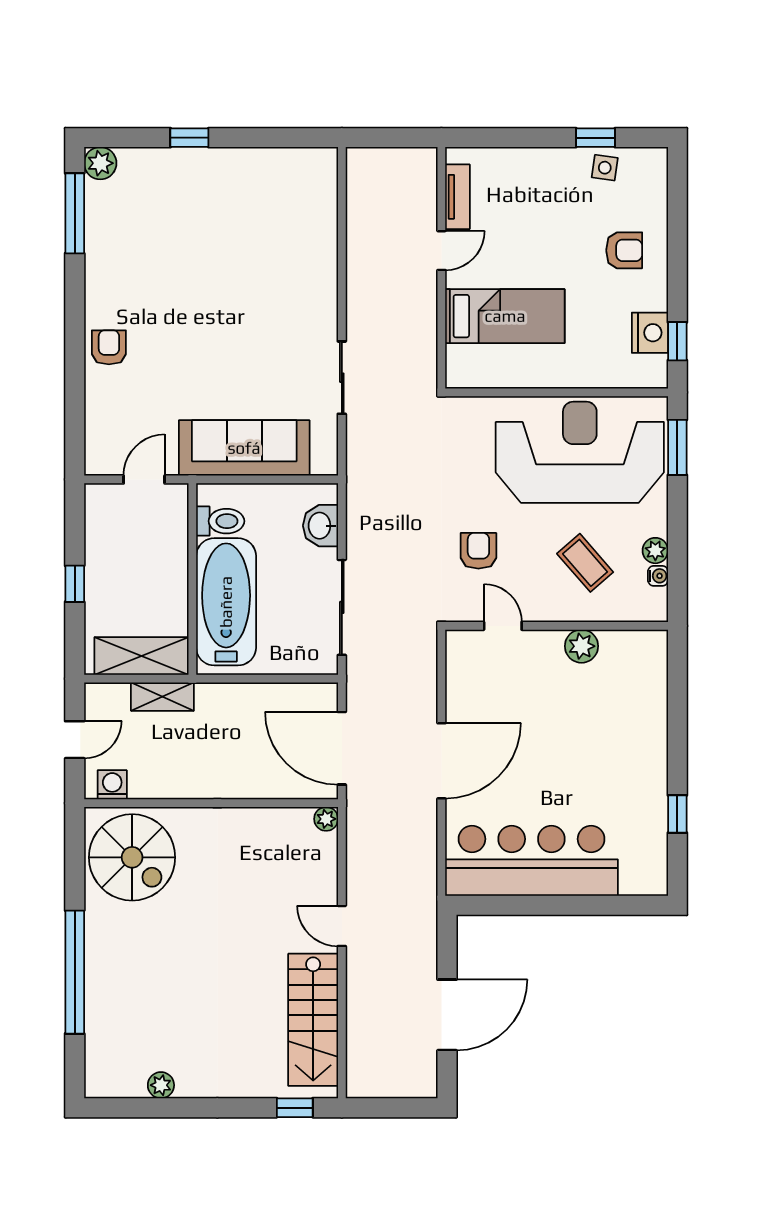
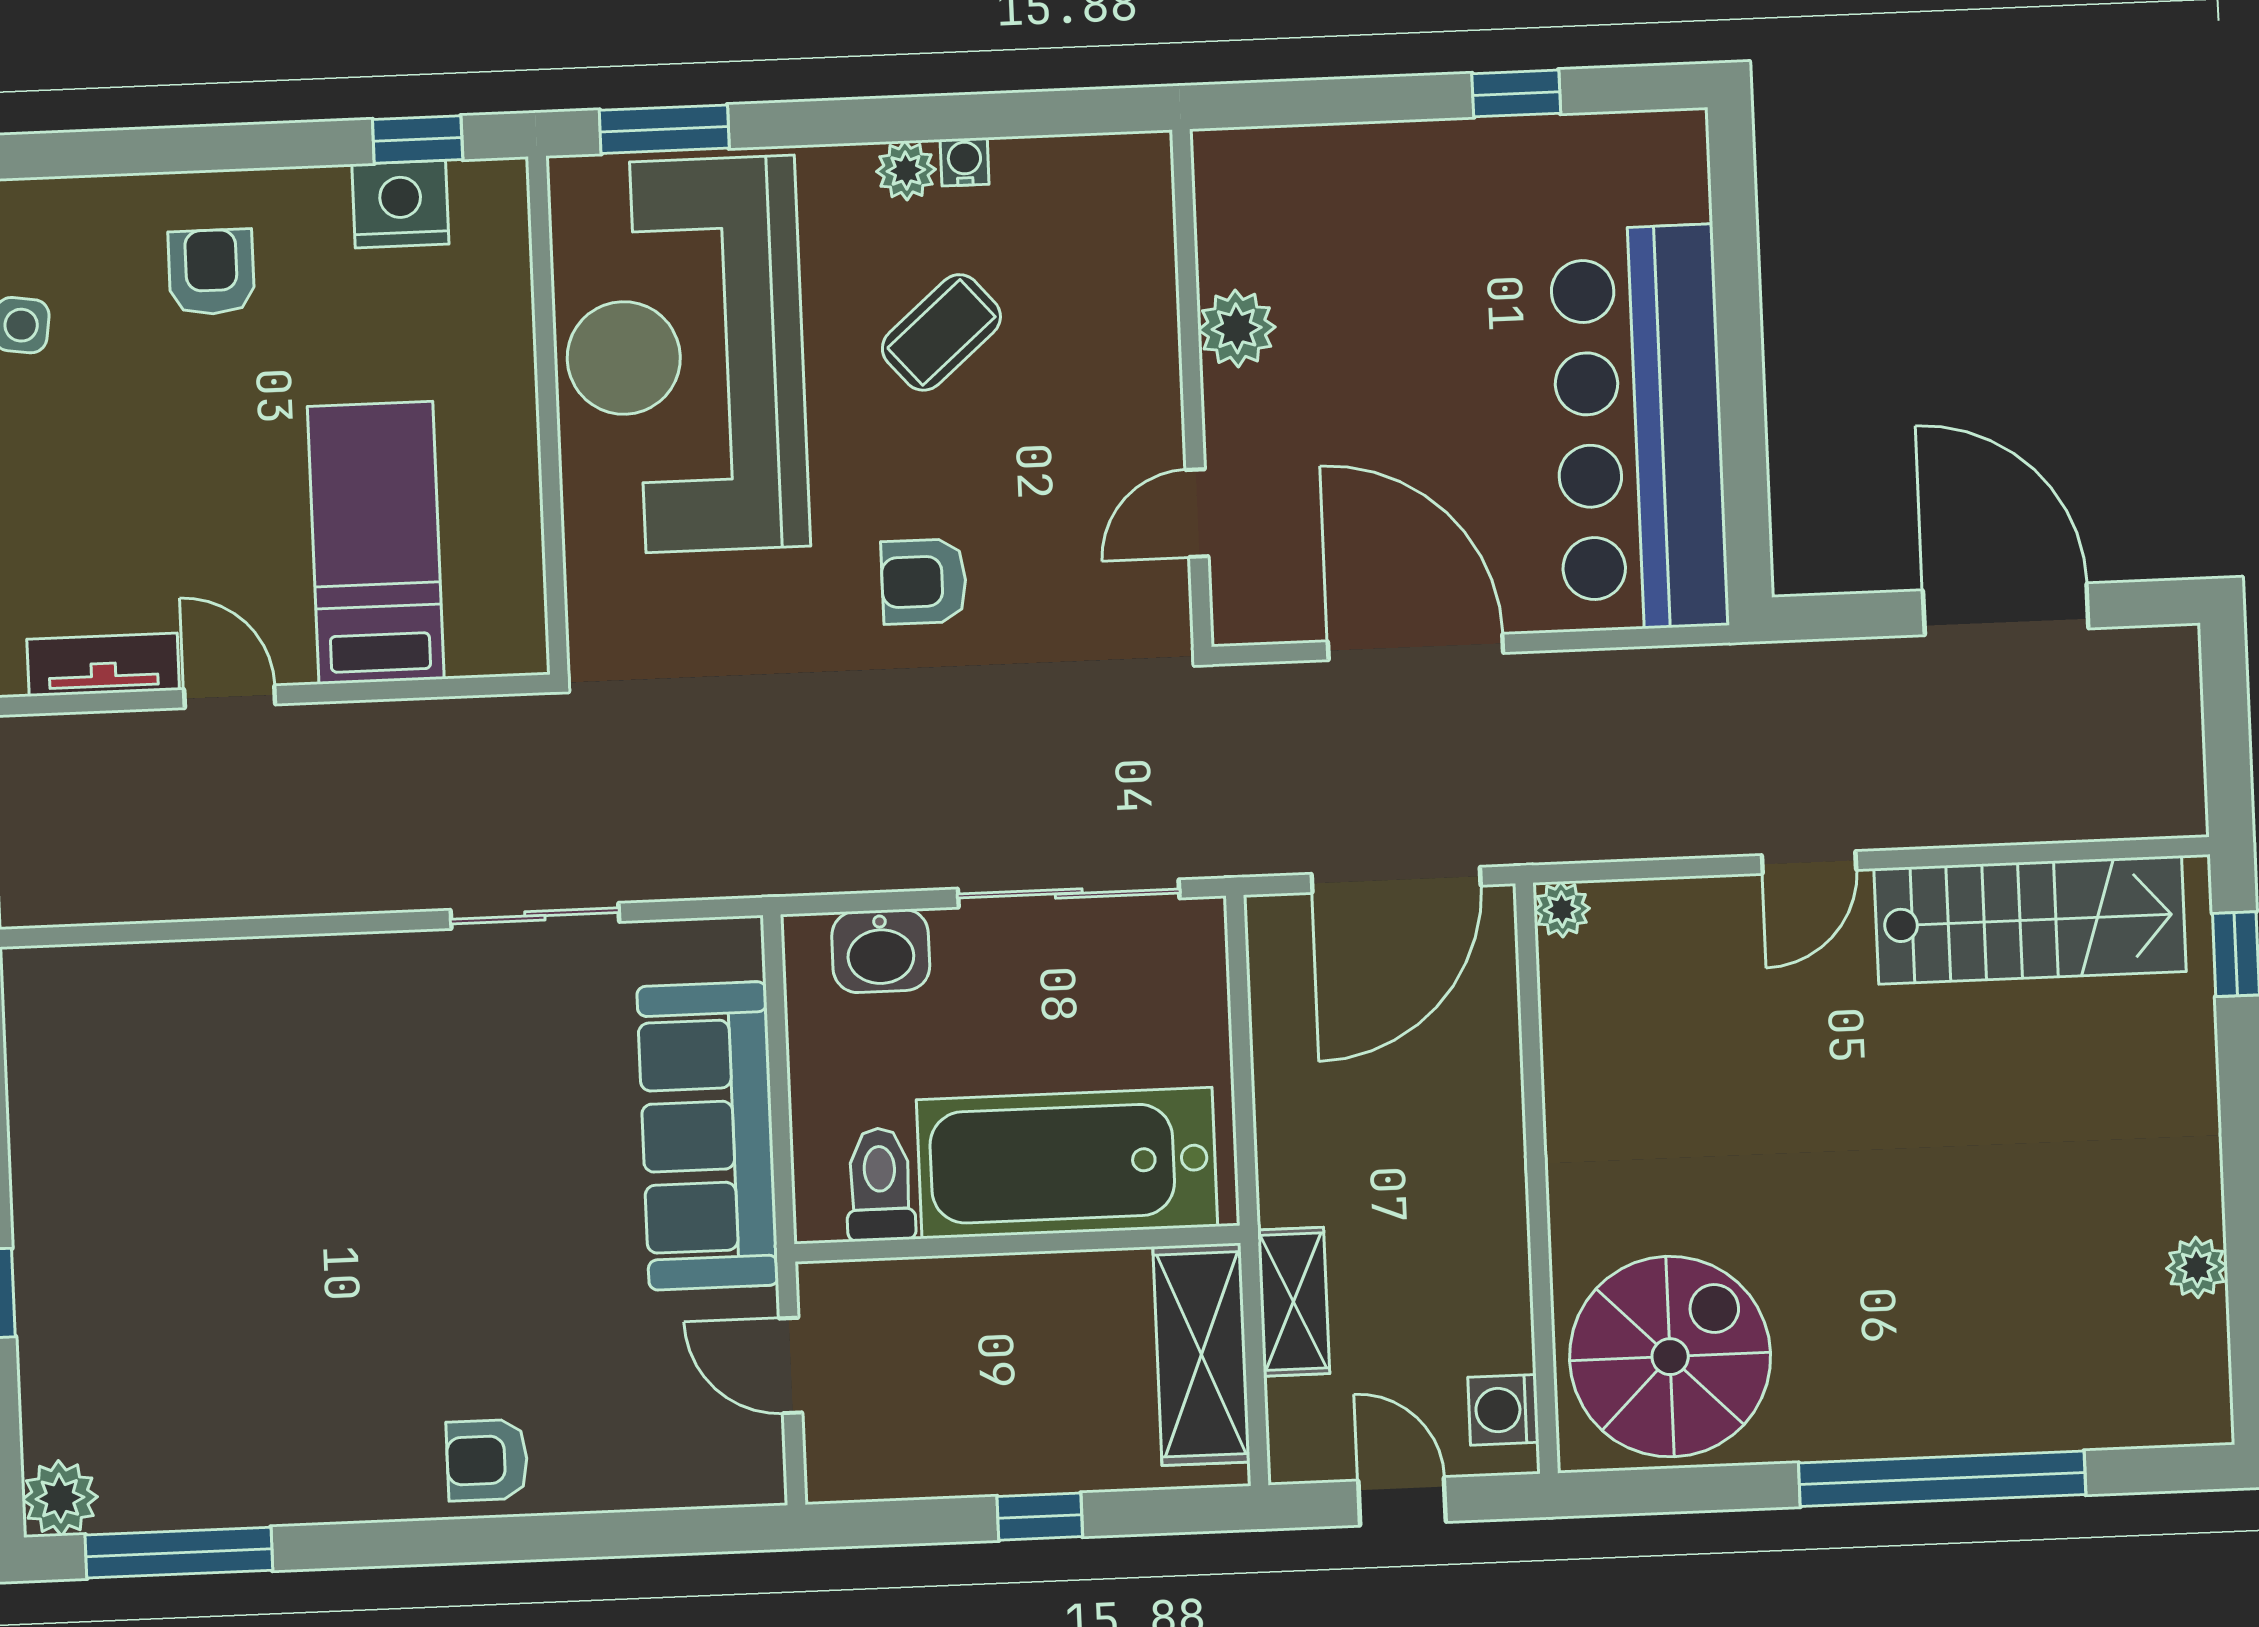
door: (503, 626) -> (1197, 513), moved
wall: (557, 626) -> (1192, 388), moved
plant: (581, 646) -> (1237, 328), moved

